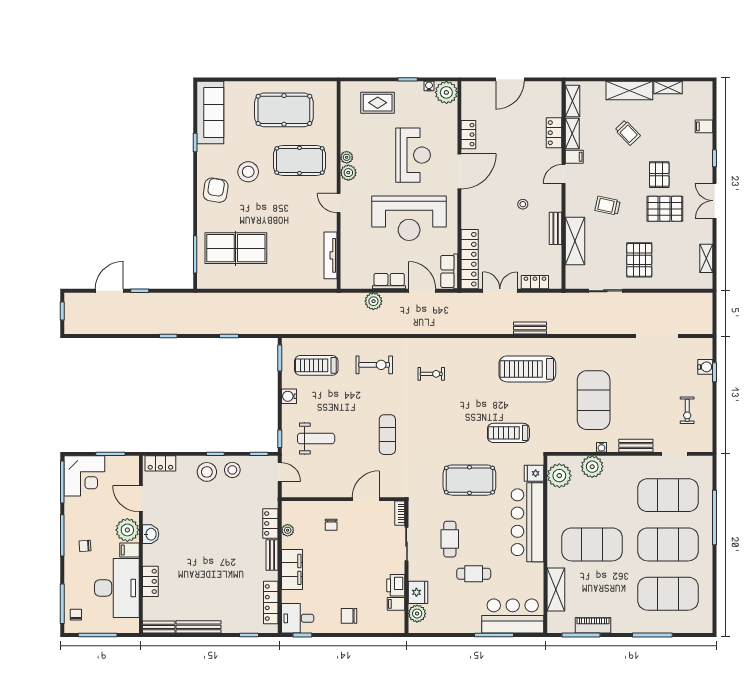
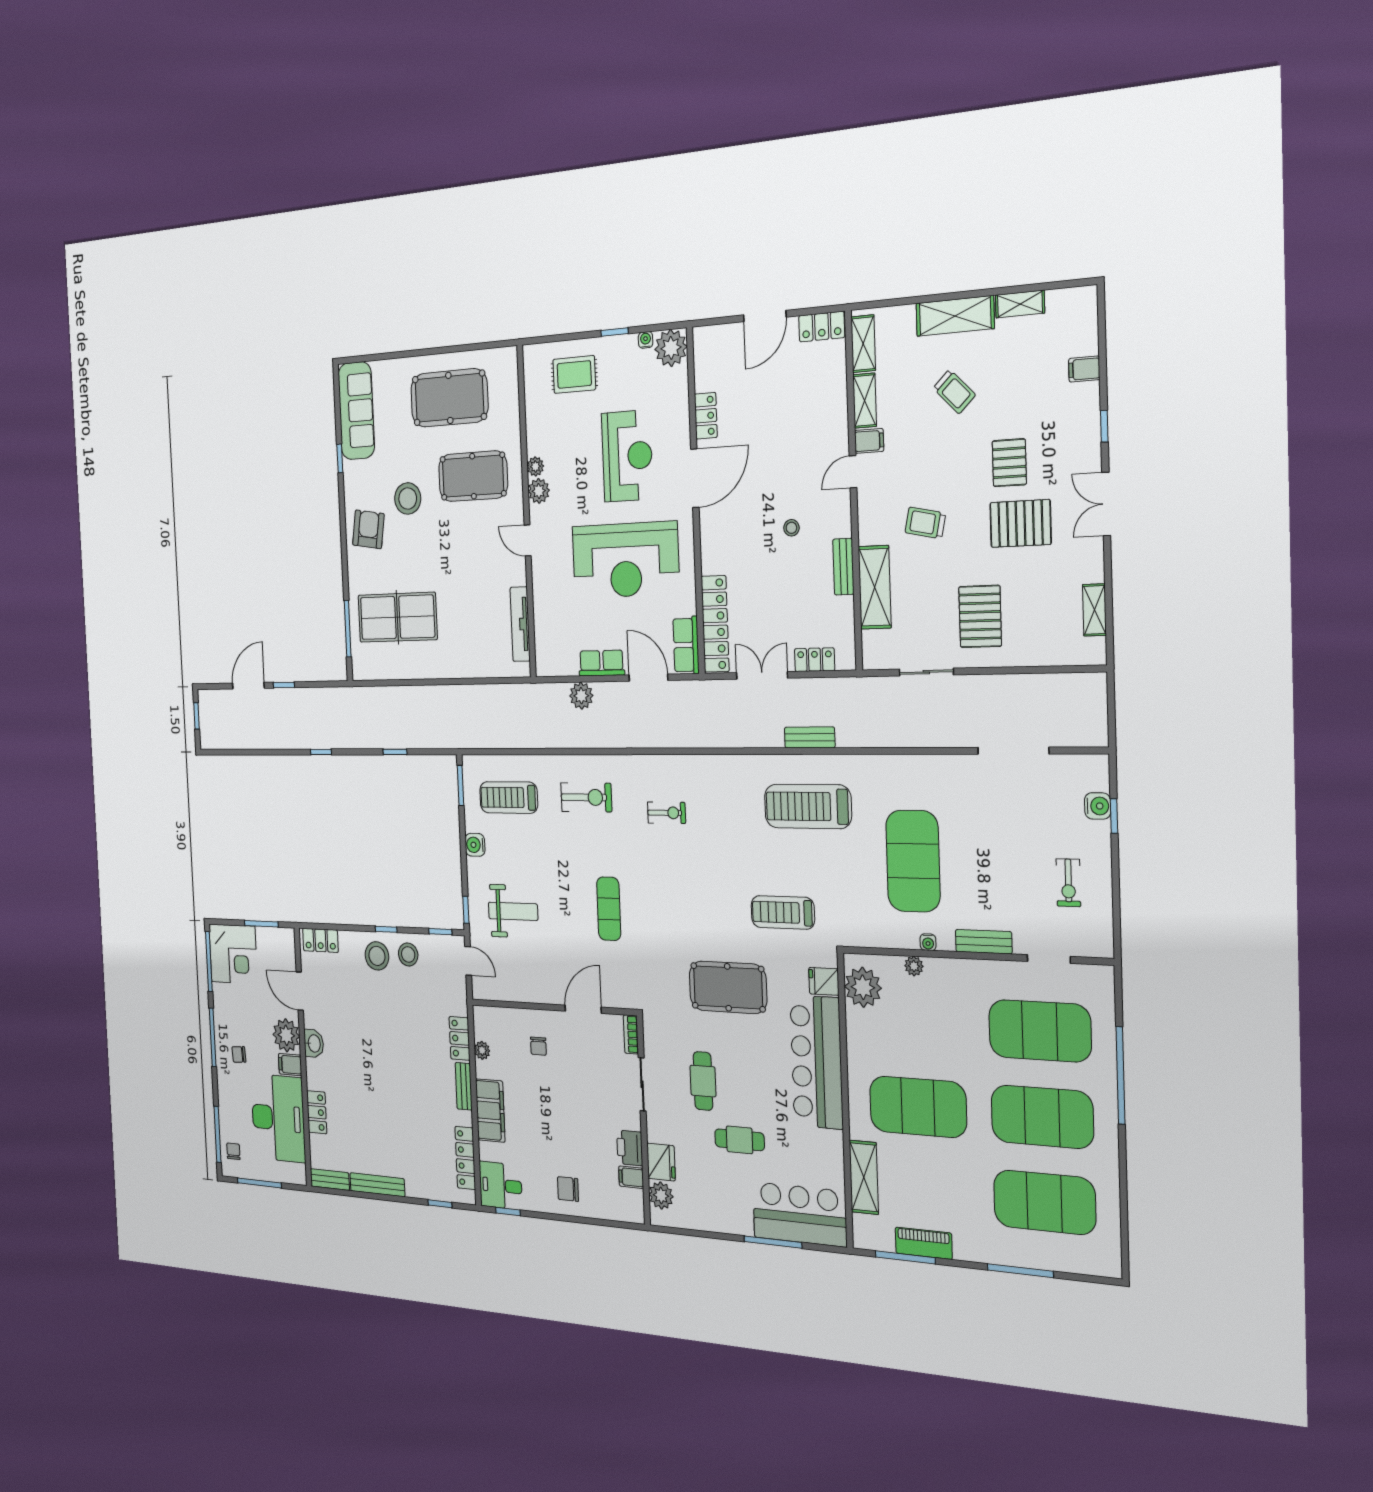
locker: (554, 133) -> (822, 327), moved, turned -90
plant: (592, 467) -> (914, 966), width x0.53, depth x0.53

